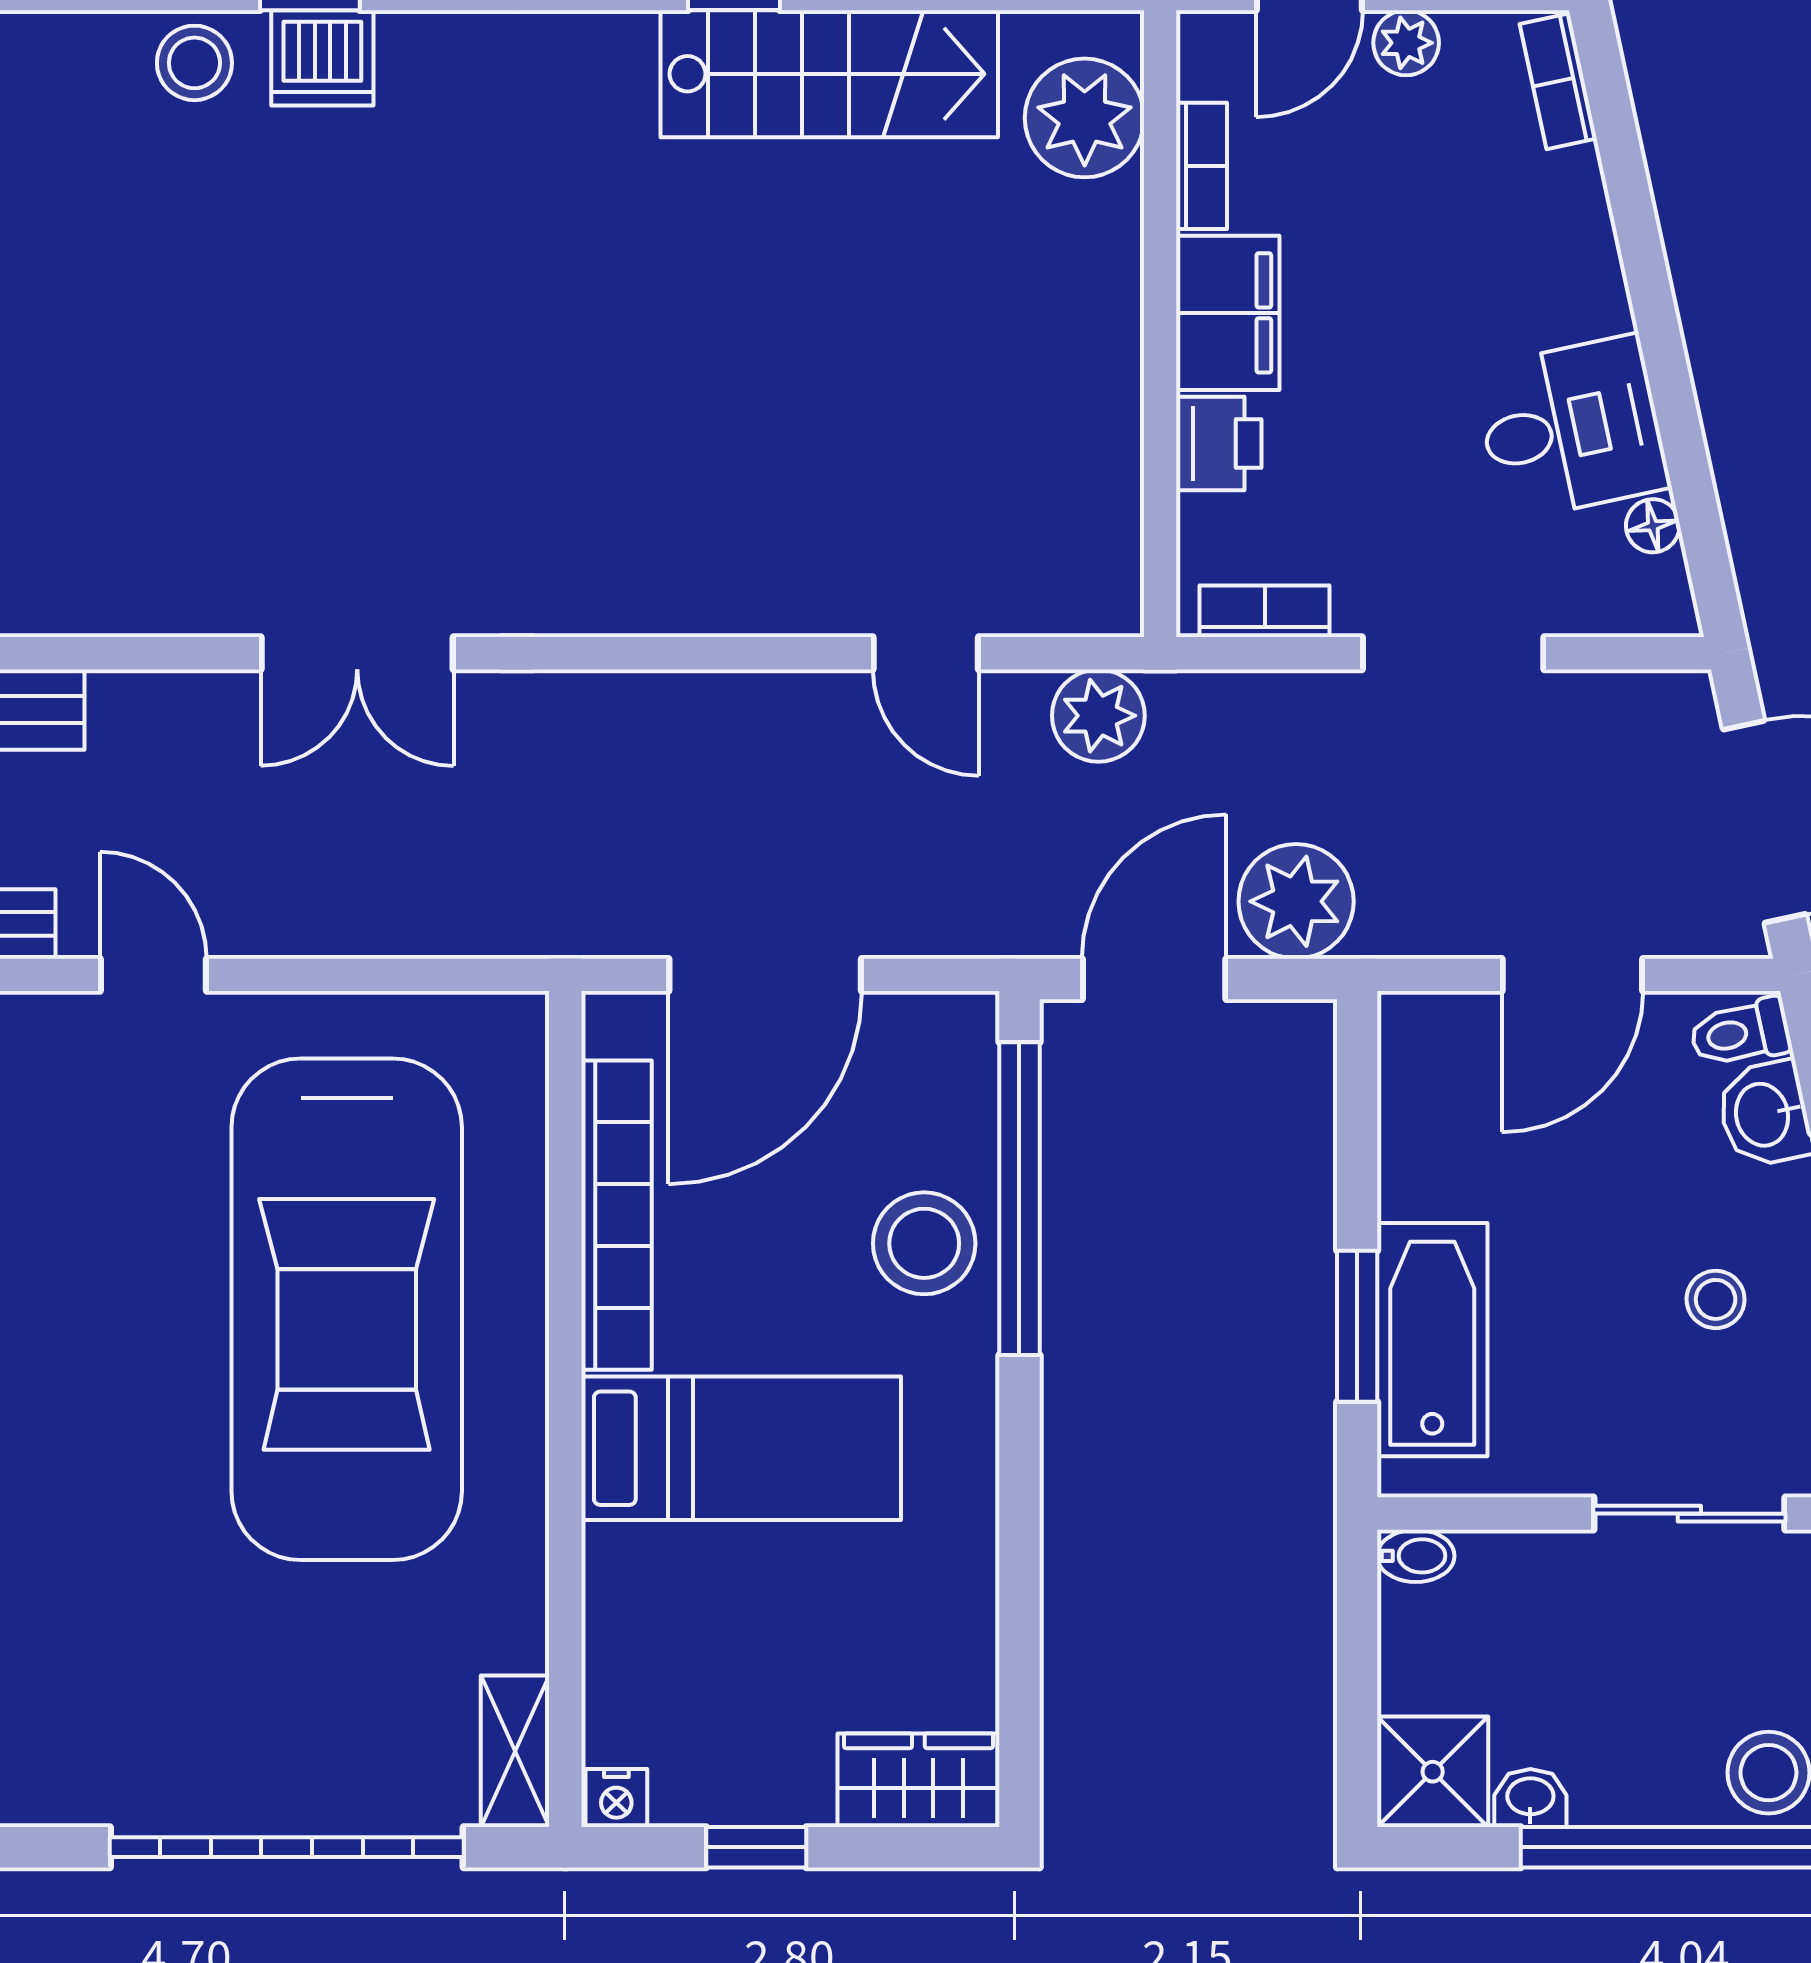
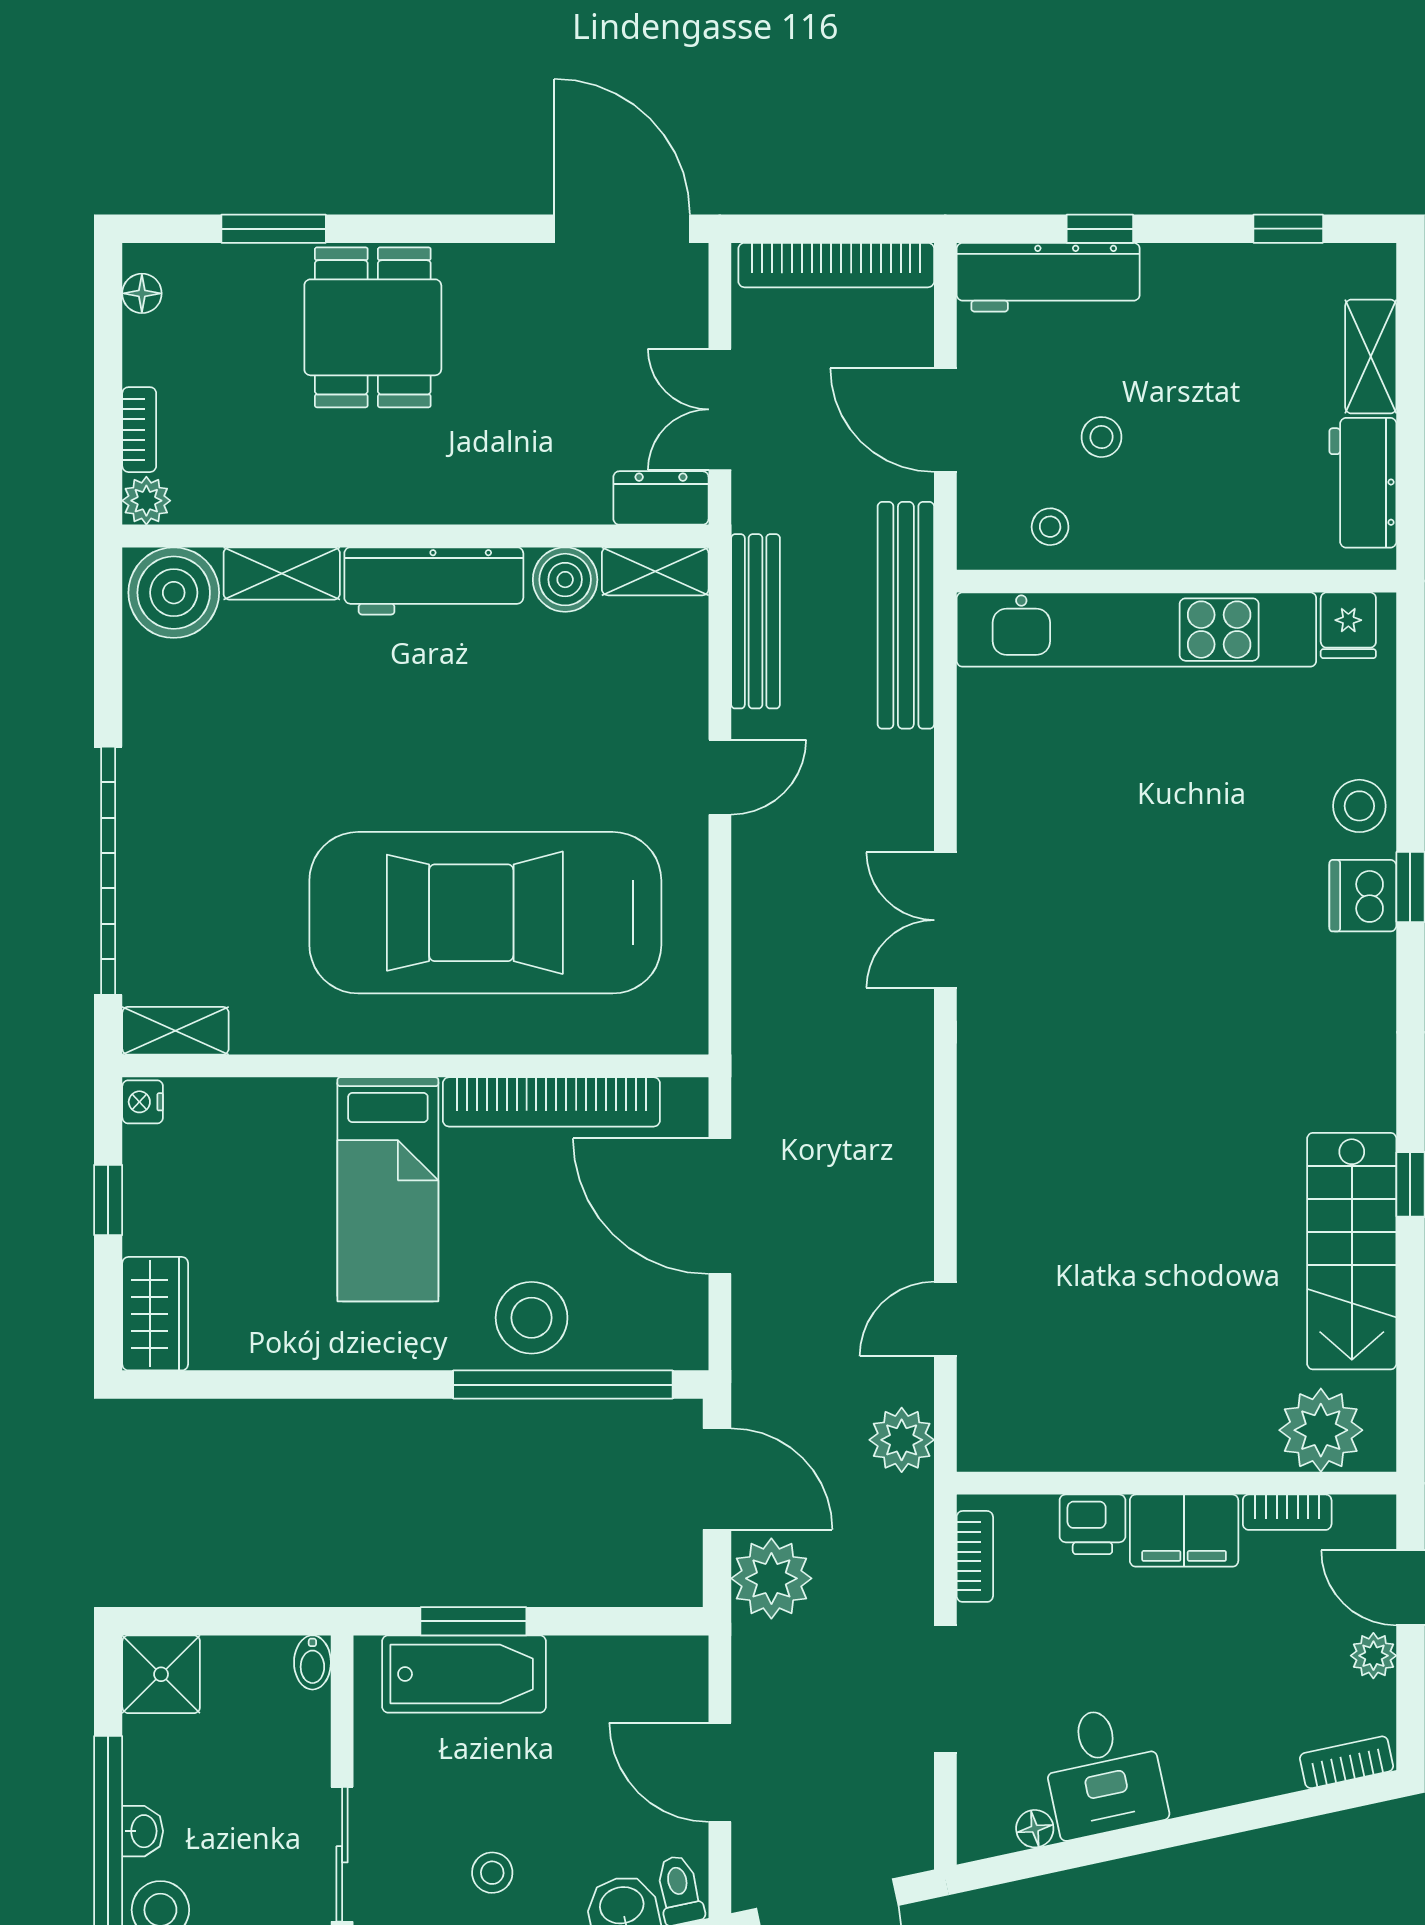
washbasin: (1530, 1798) -> (143, 1831), moved

